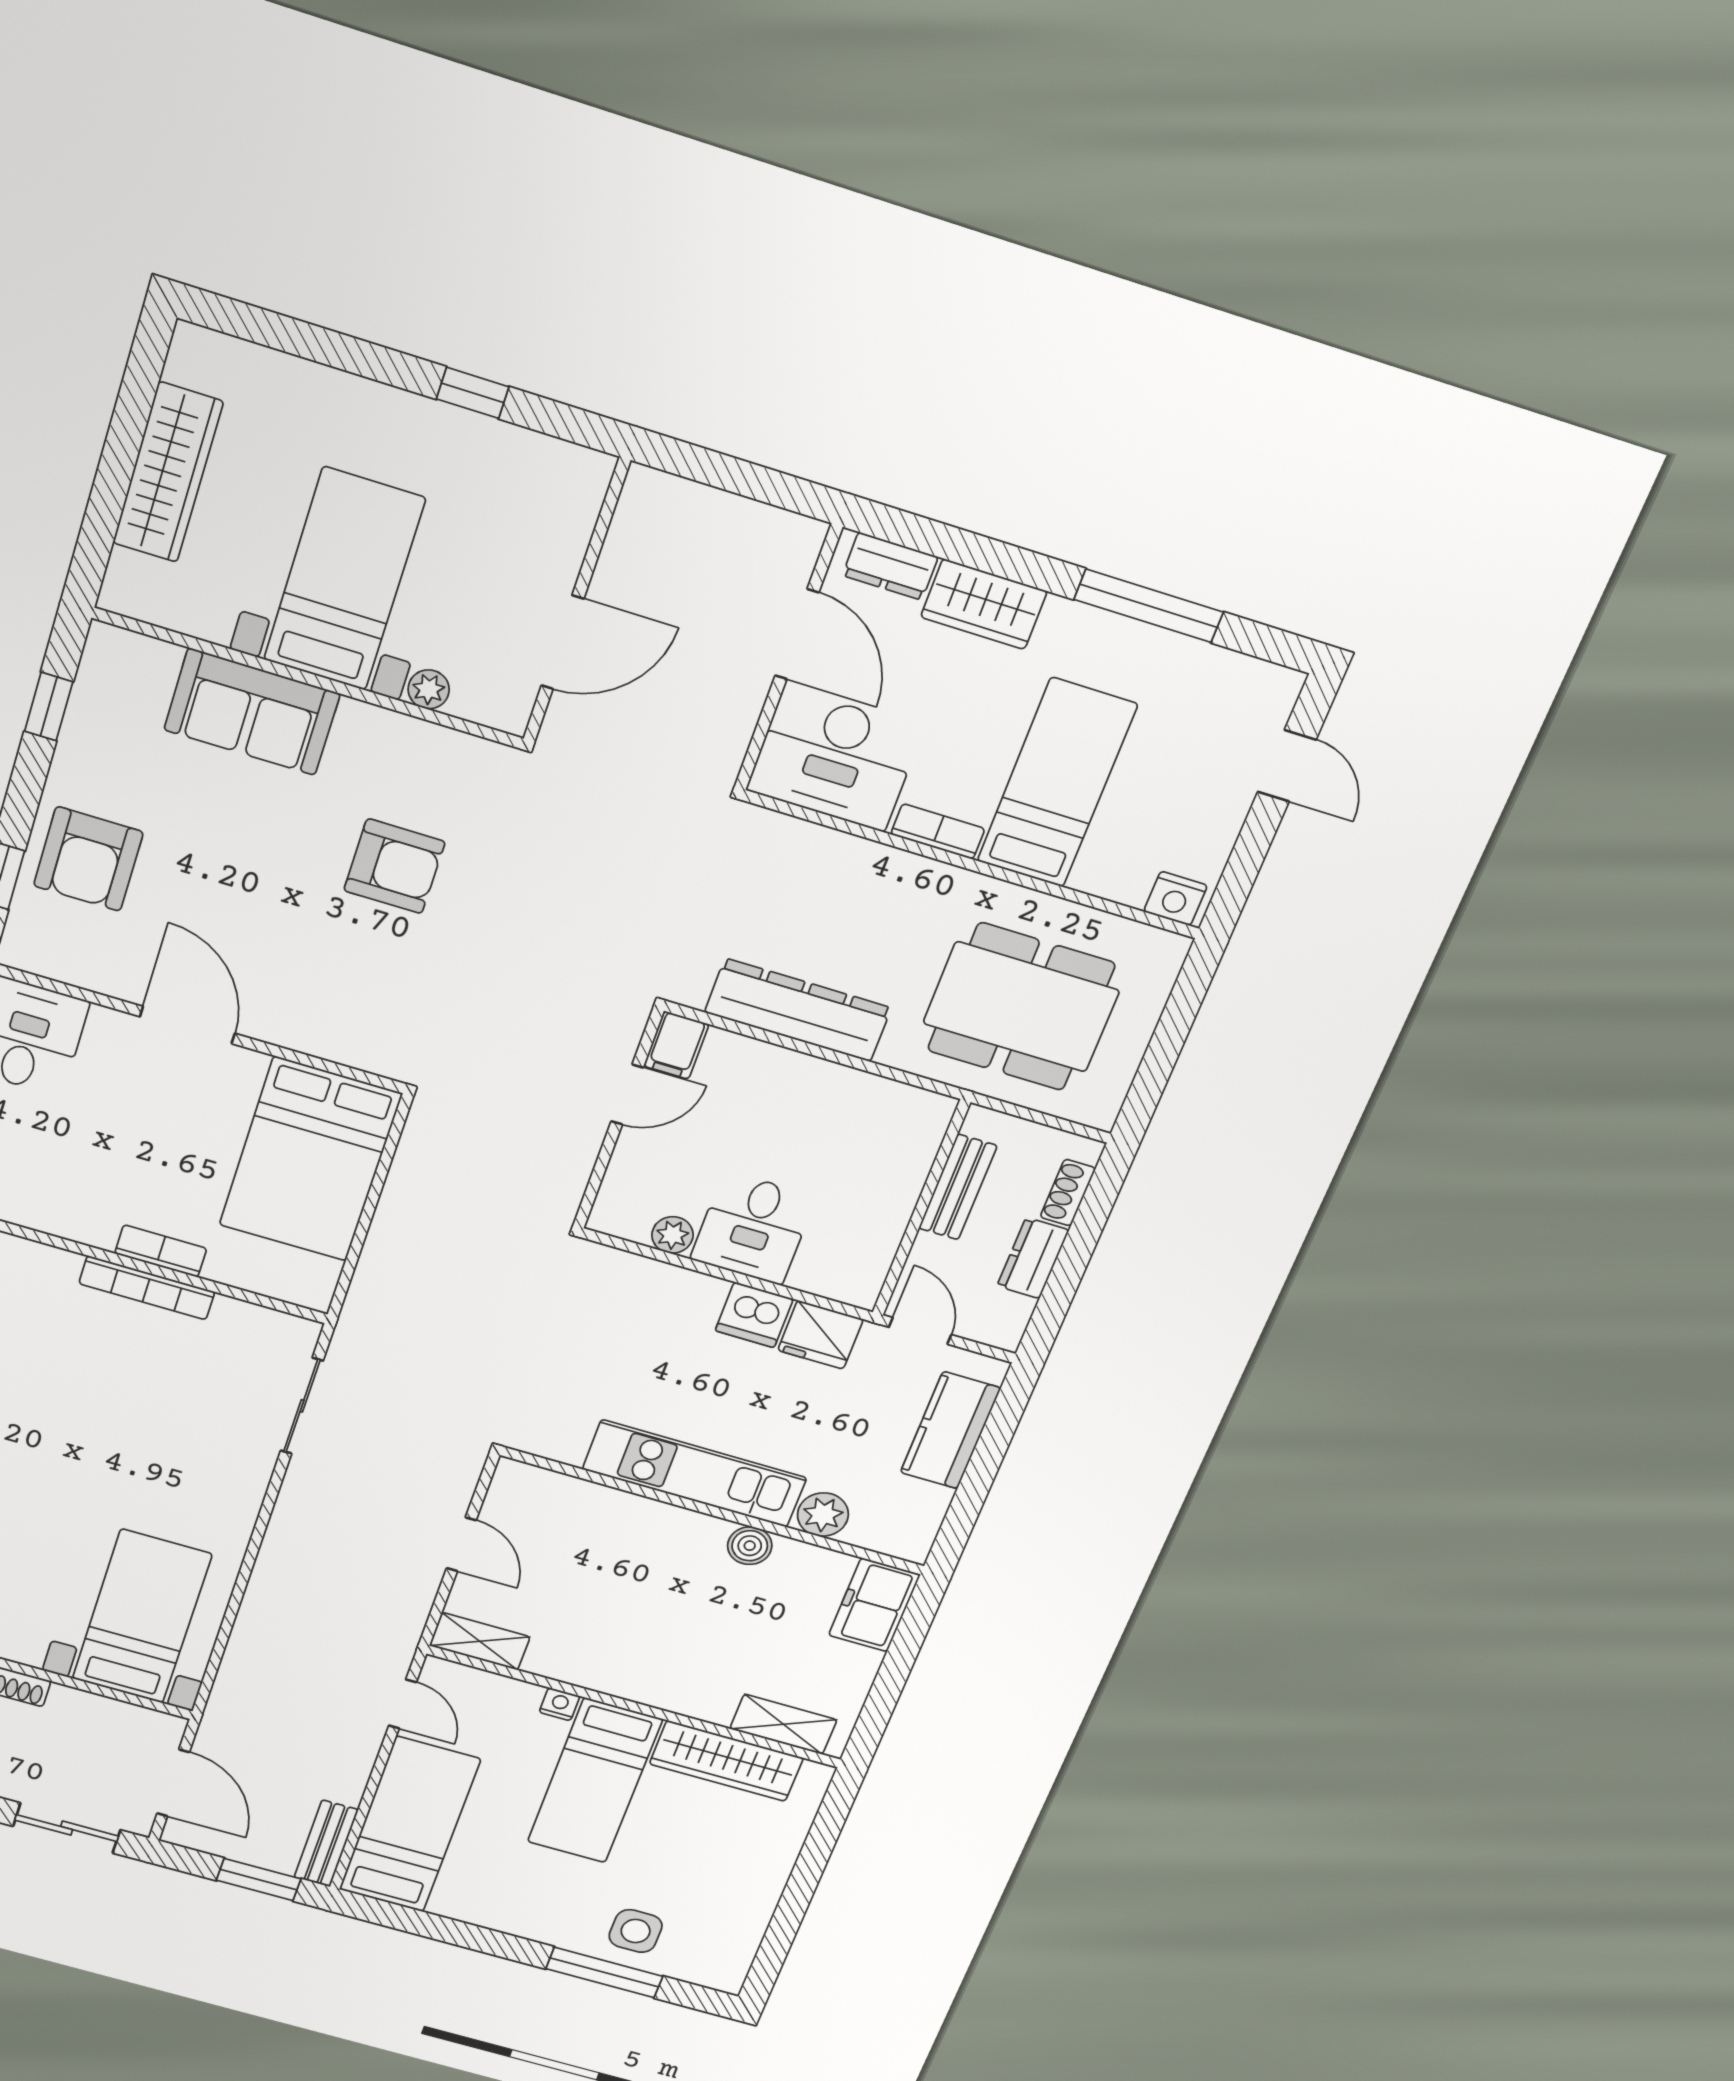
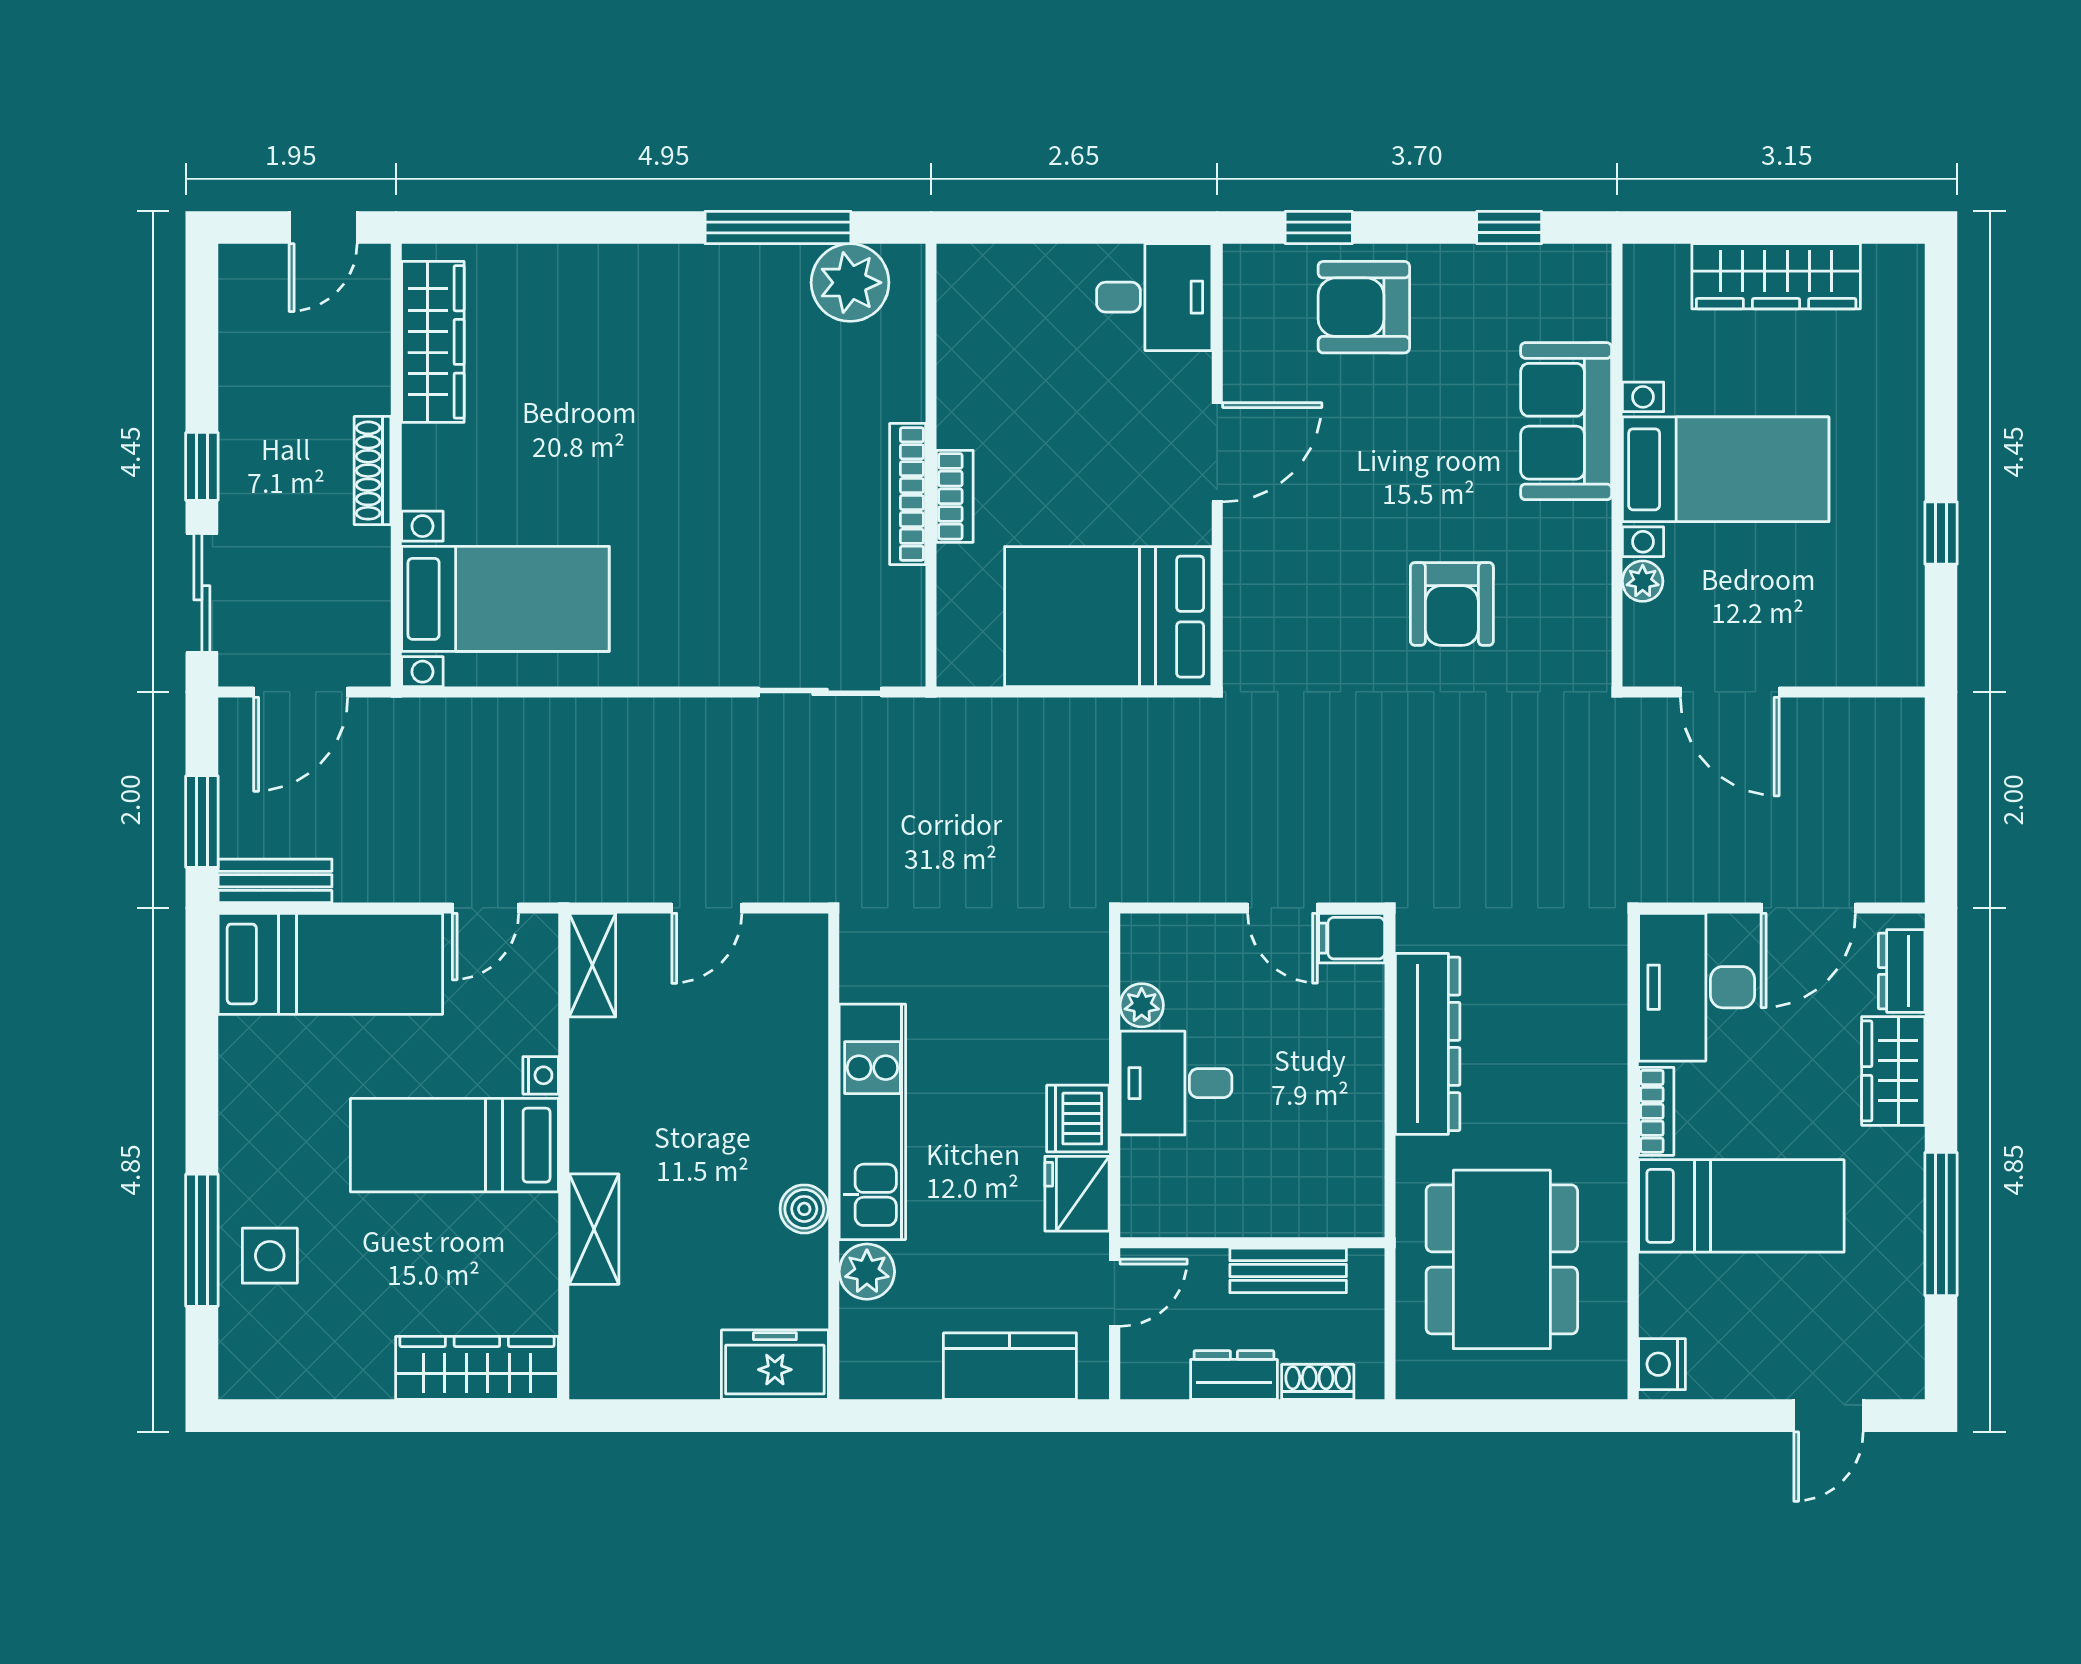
shelving: (783, 1724) -> (594, 1229), moved
wardrobe: (726, 1761) -> (477, 1368), moved, turned 90

